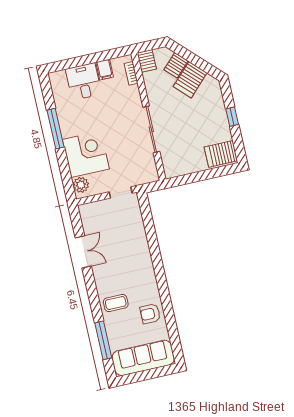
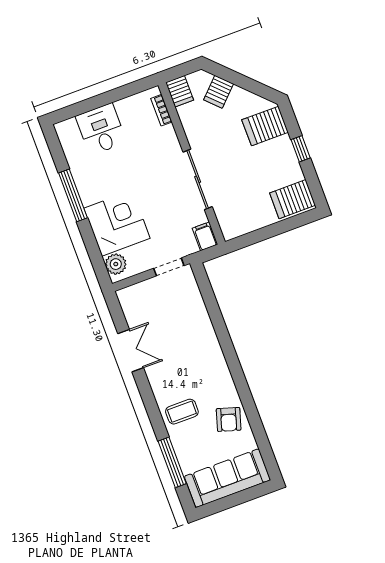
filing cabinet: (105, 70) -> (205, 236), moved, turned 180
server rack: (190, 80) -> (265, 126), moved, turned 45
armchair: (150, 314) -> (229, 419), turned -73

